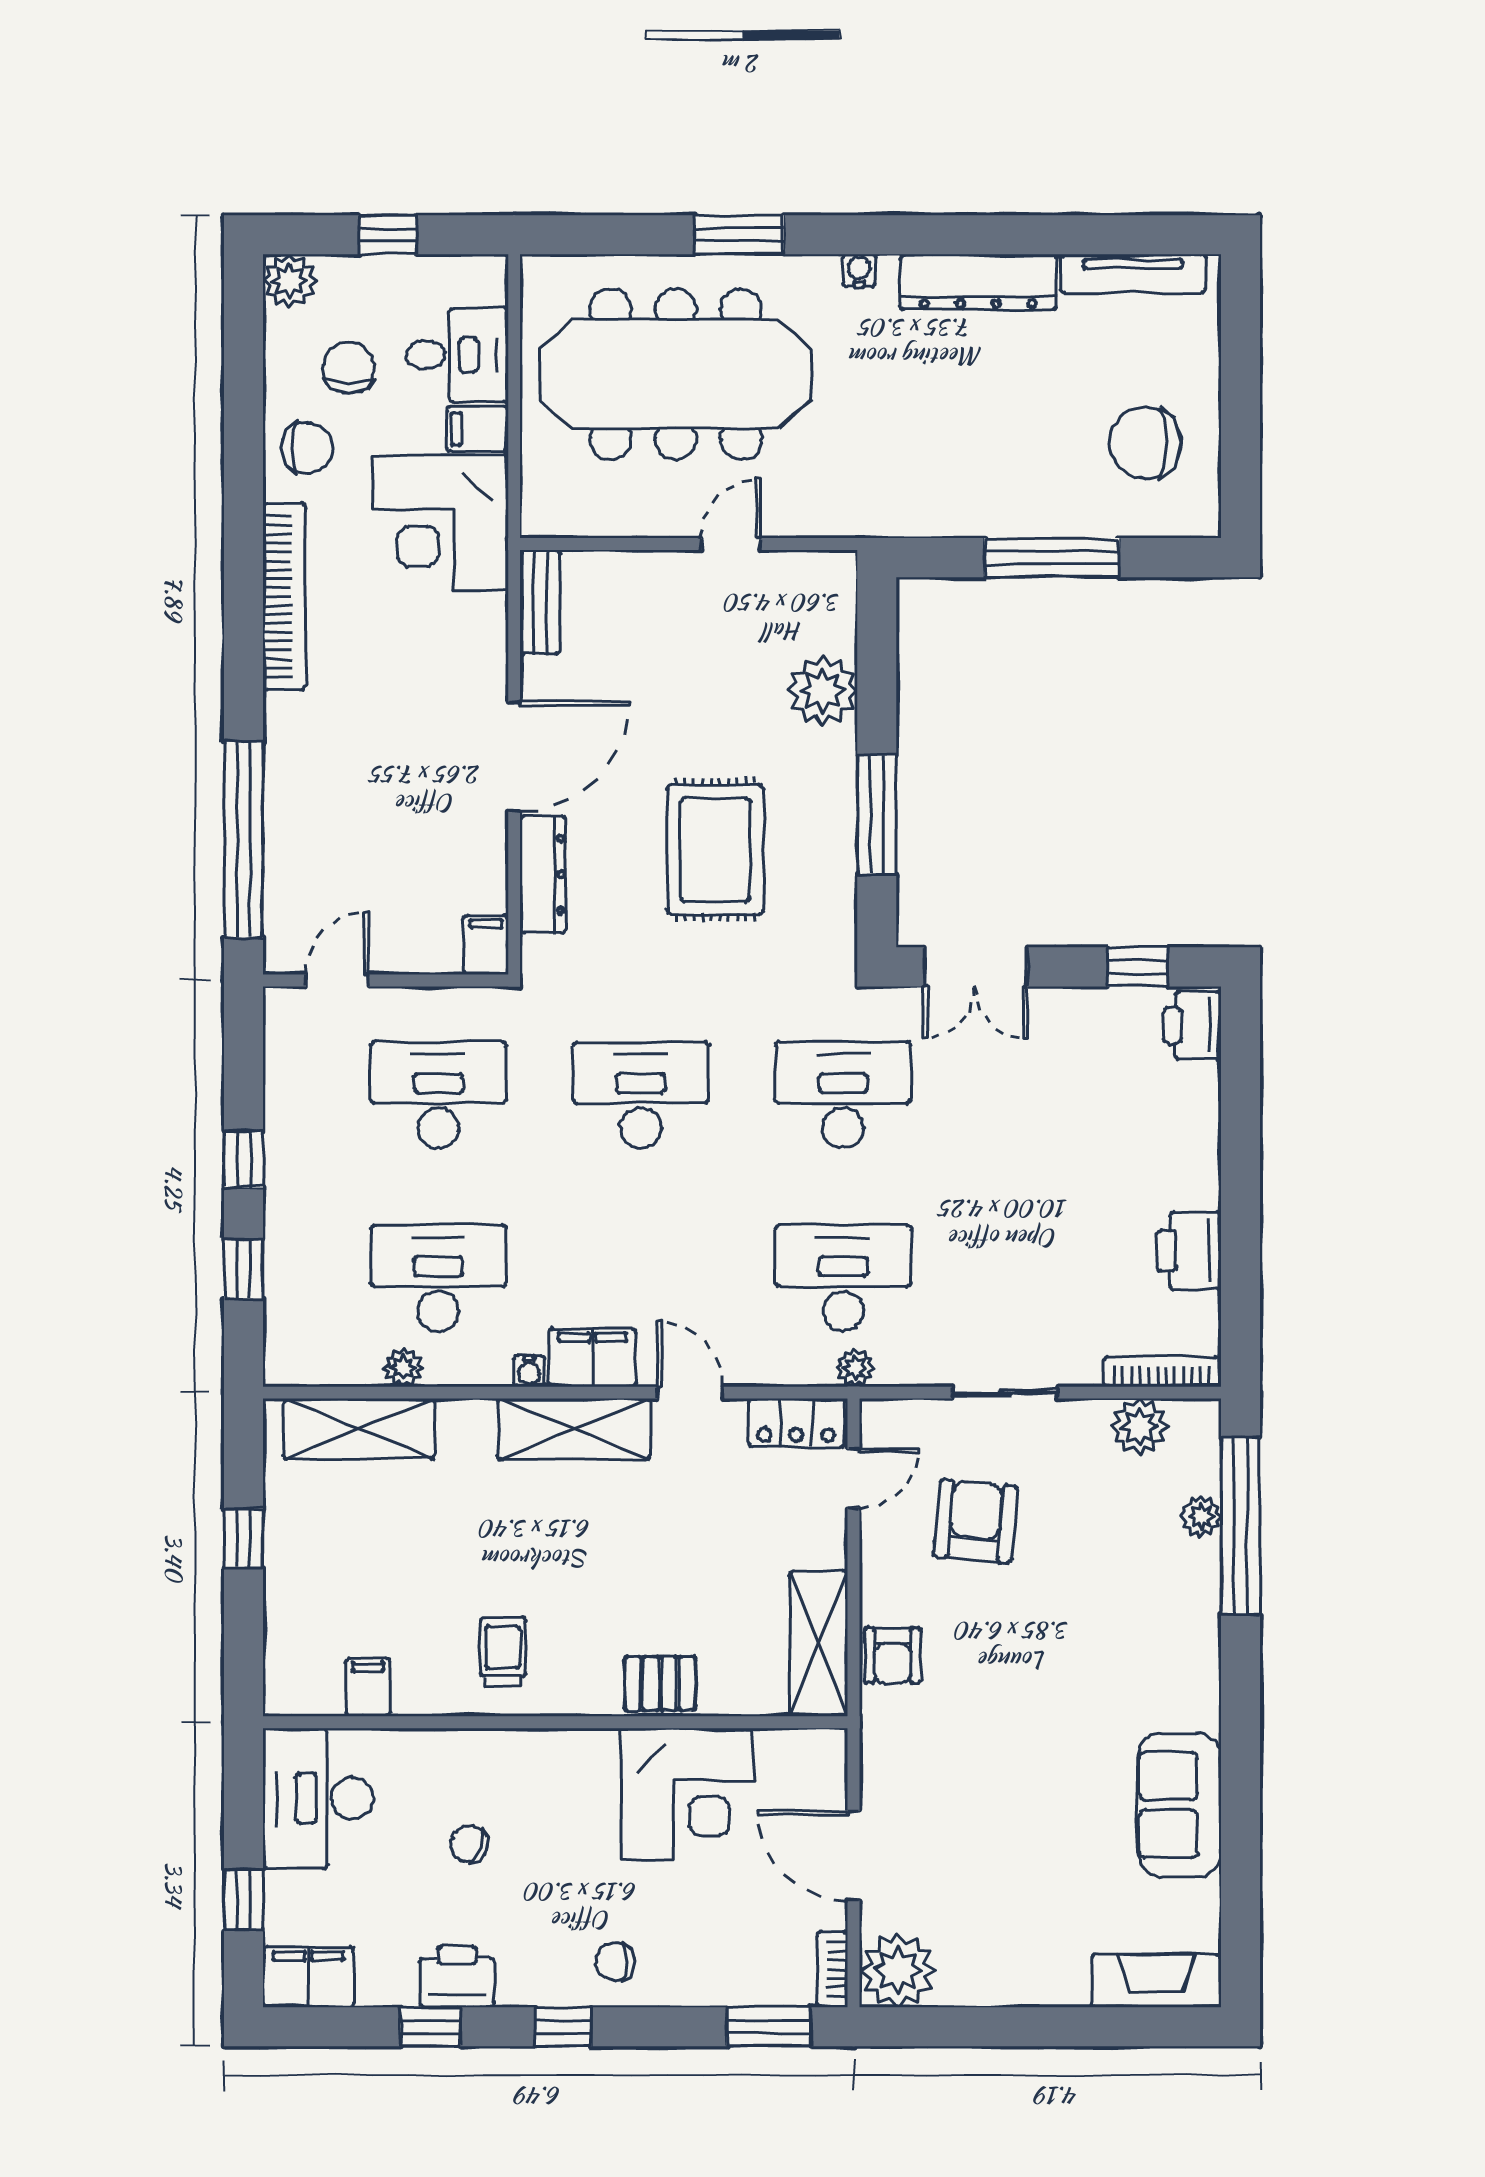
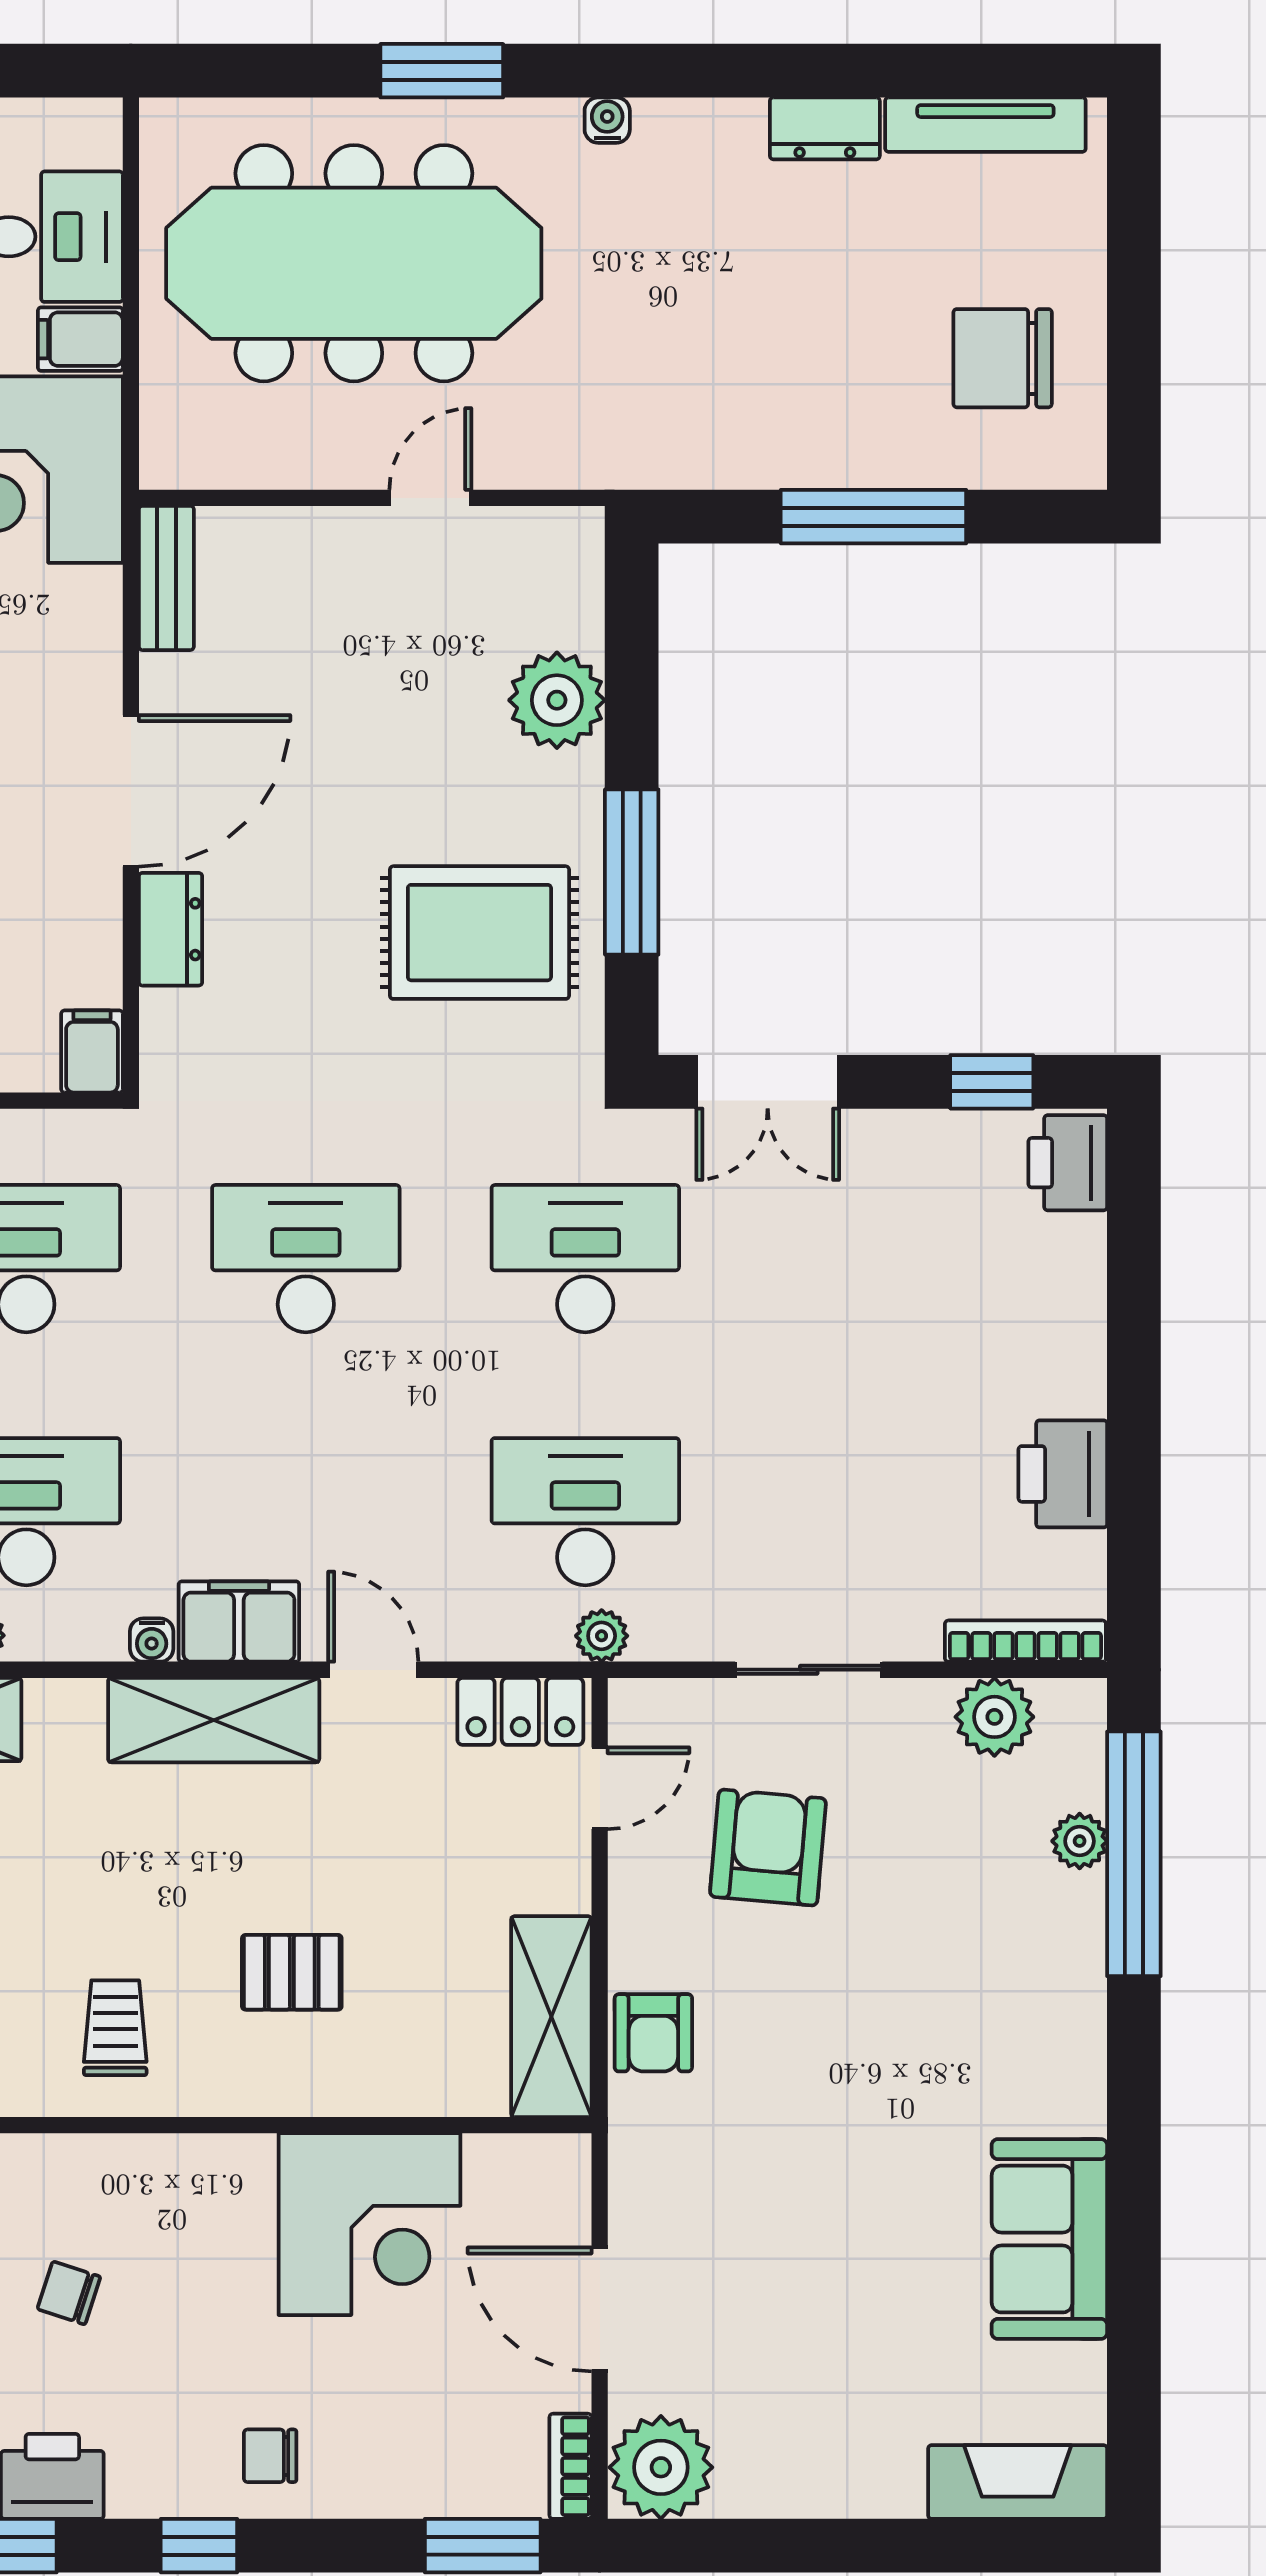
dresser: (978, 282) -> (825, 128), width x0.51, depth x0.80
rug: (715, 850) -> (479, 933), moved, turned 90
dresser: (543, 874) -> (171, 929), width x0.70
pallet: (660, 1683) -> (292, 1972), moved

